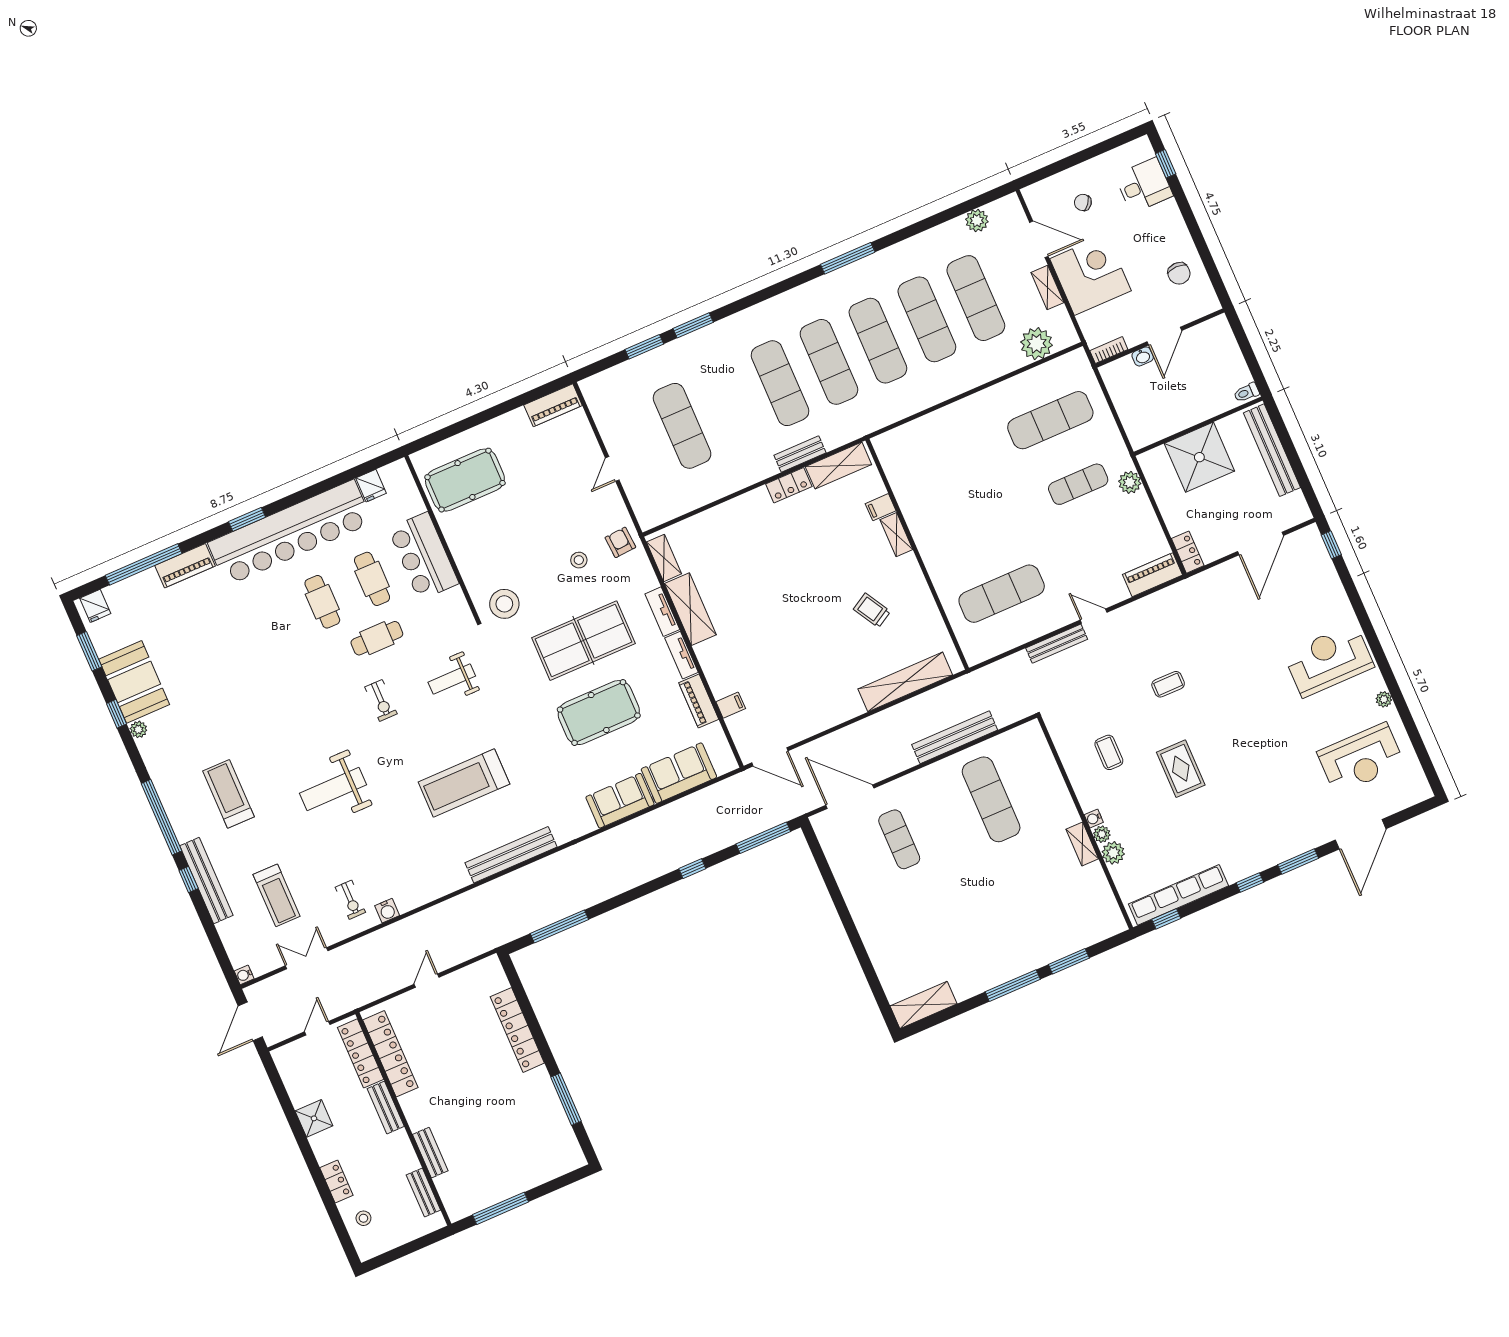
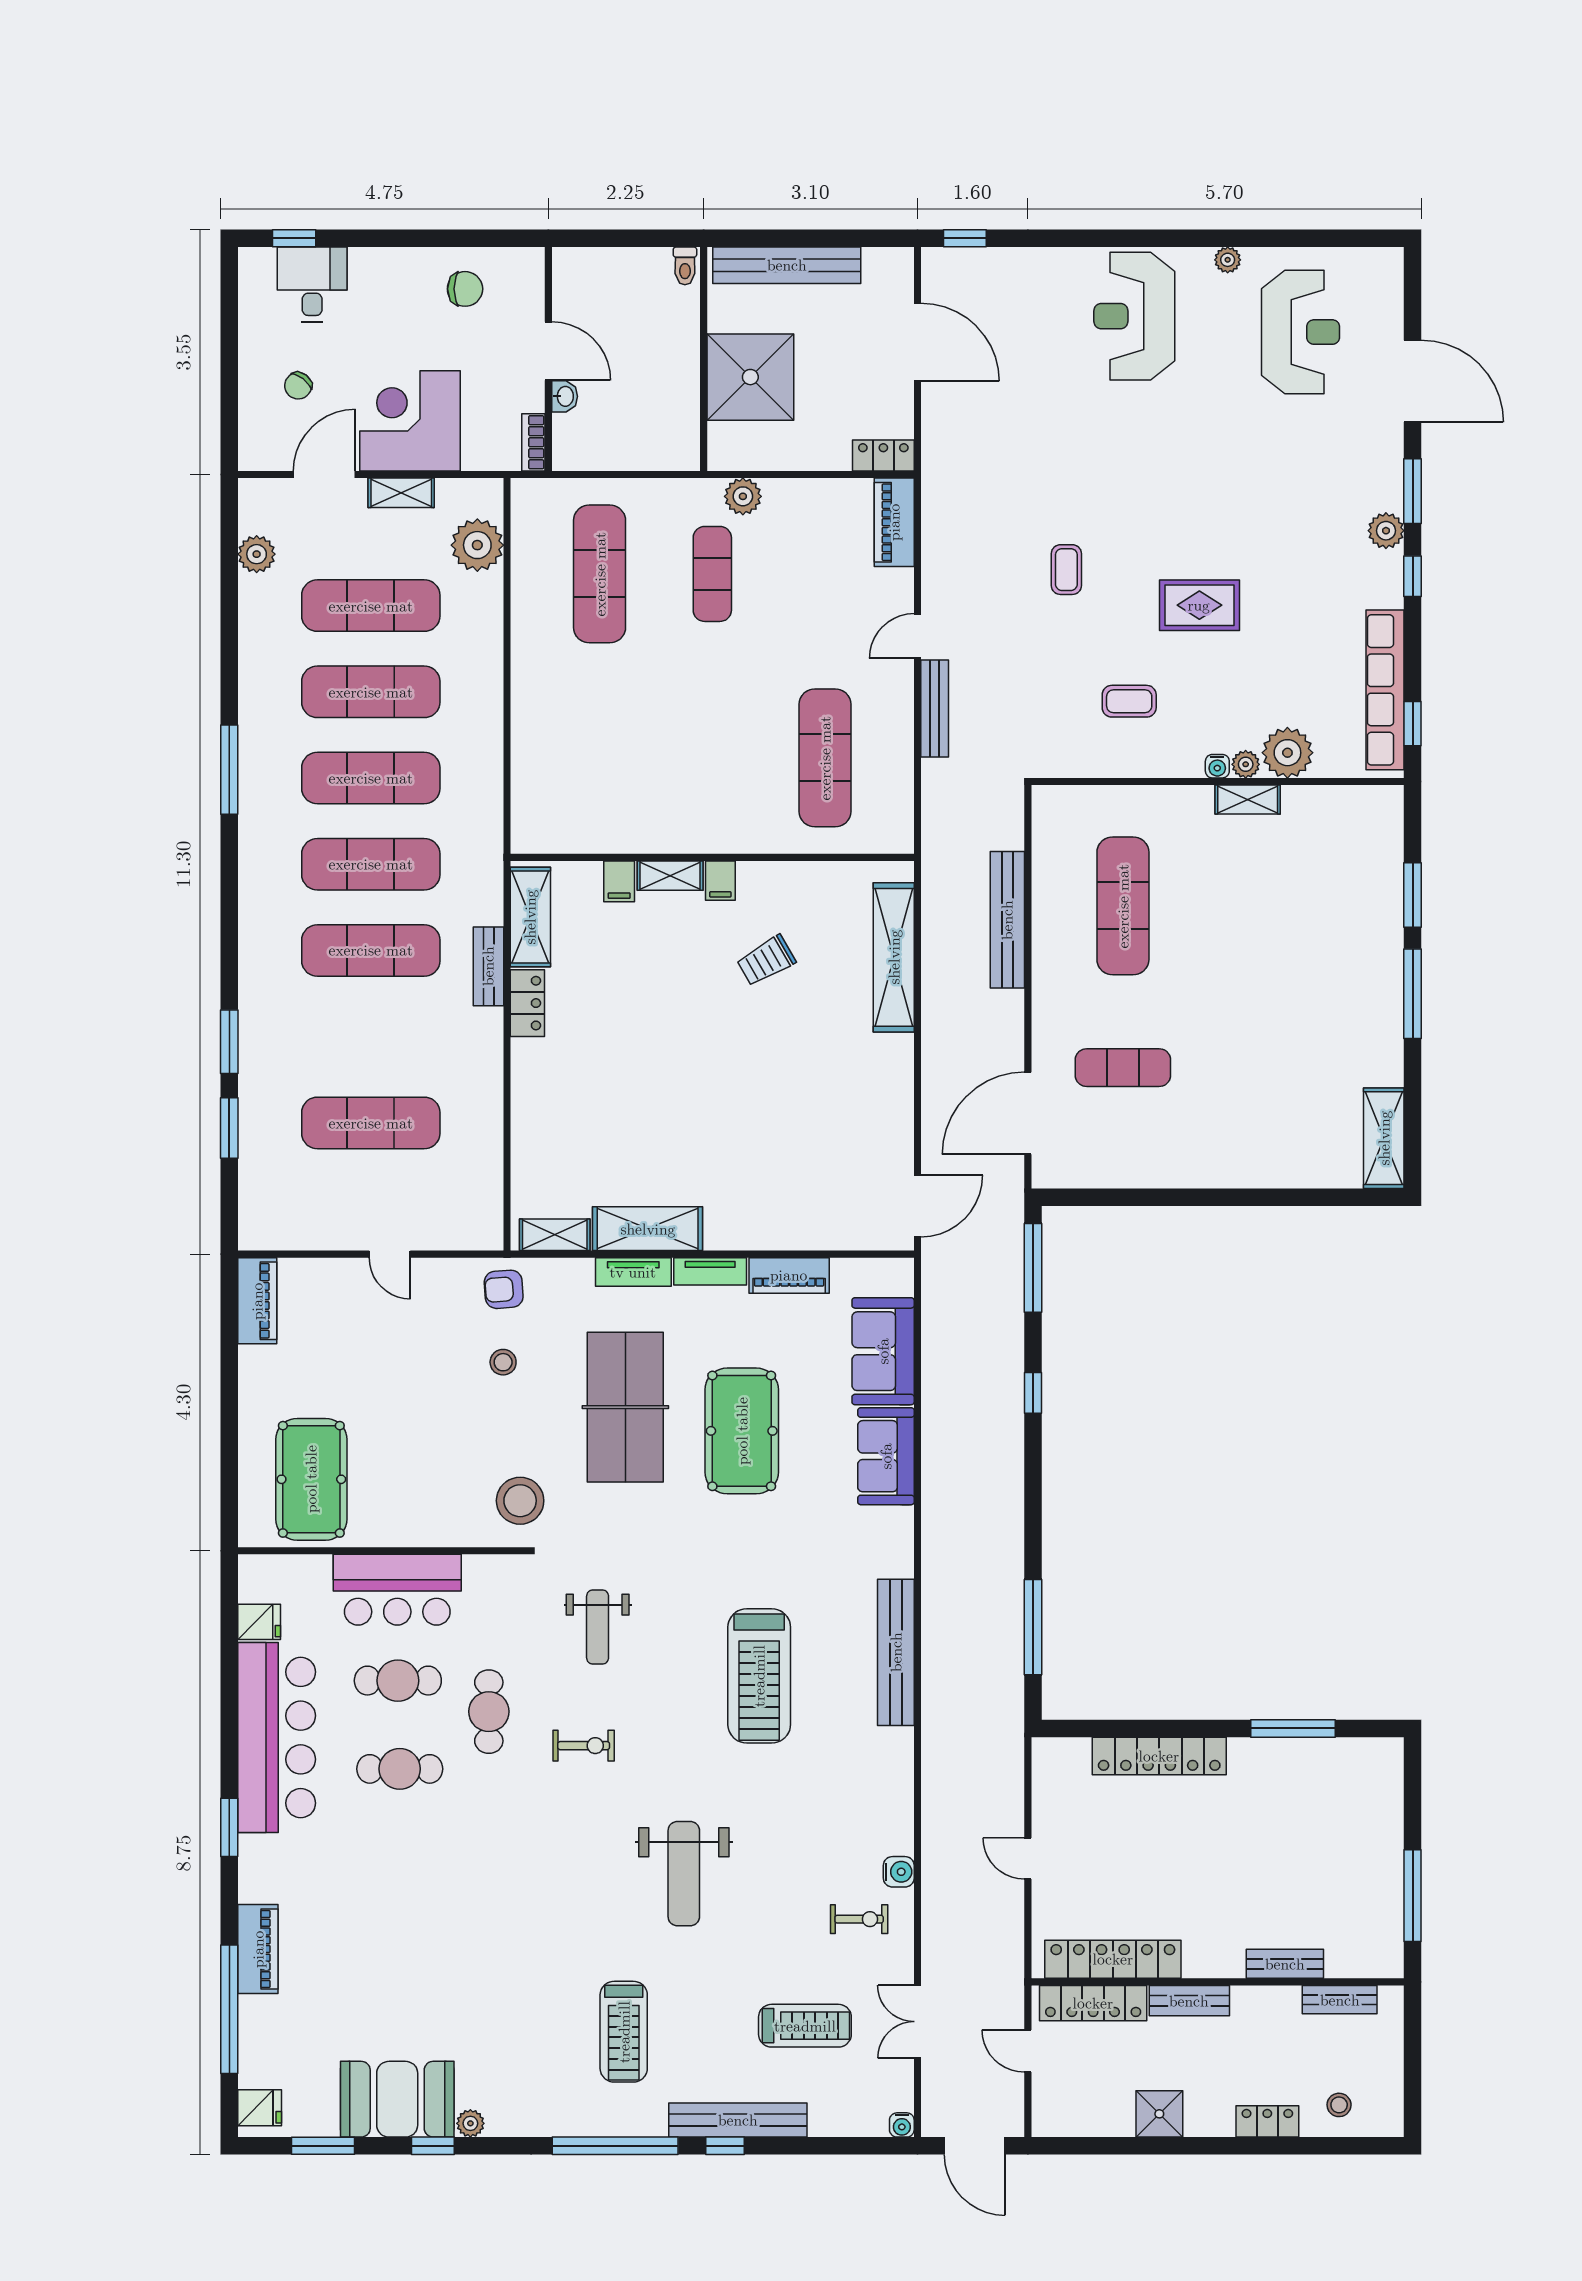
bar counter: (290, 533) -> (277, 1738), width x0.73
filing cabinet: (731, 705) -> (720, 881), moved, turned 180
treadmill: (228, 794) -> (624, 2032), turned -90
exercise mat: (991, 799) -> (1123, 906), turned 90
plant: (1113, 853) -> (1287, 753), width x1.36, depth x1.36
plant: (1269, 856) -> (1386, 531), added

